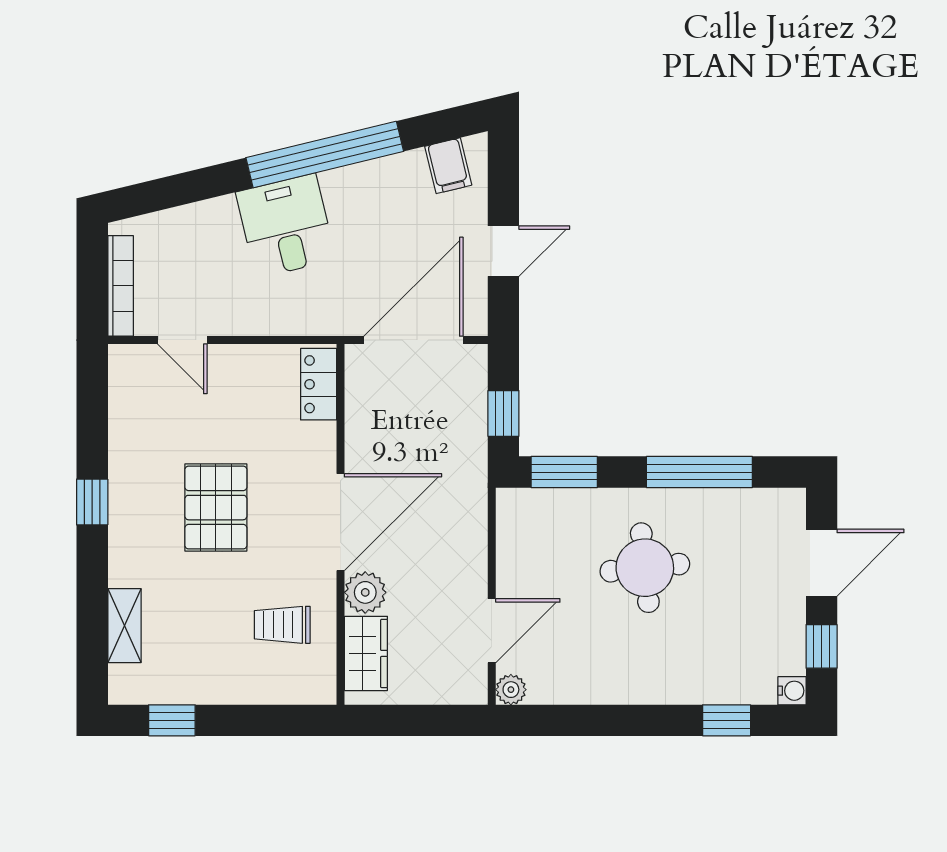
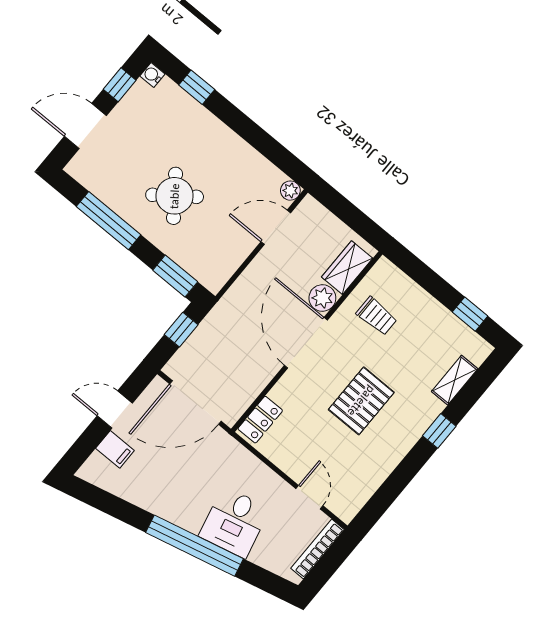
window: (325, 154) -> (195, 546), moved
filing cabinet: (448, 166) -> (115, 449), moved, turned 104
desk: (286, 226) -> (234, 522), moved
window: (92, 502) -> (439, 431), moved
door: (341, 522) -> (306, 343), hinge flipped
round table: (645, 568) -> (175, 196), turned -31

